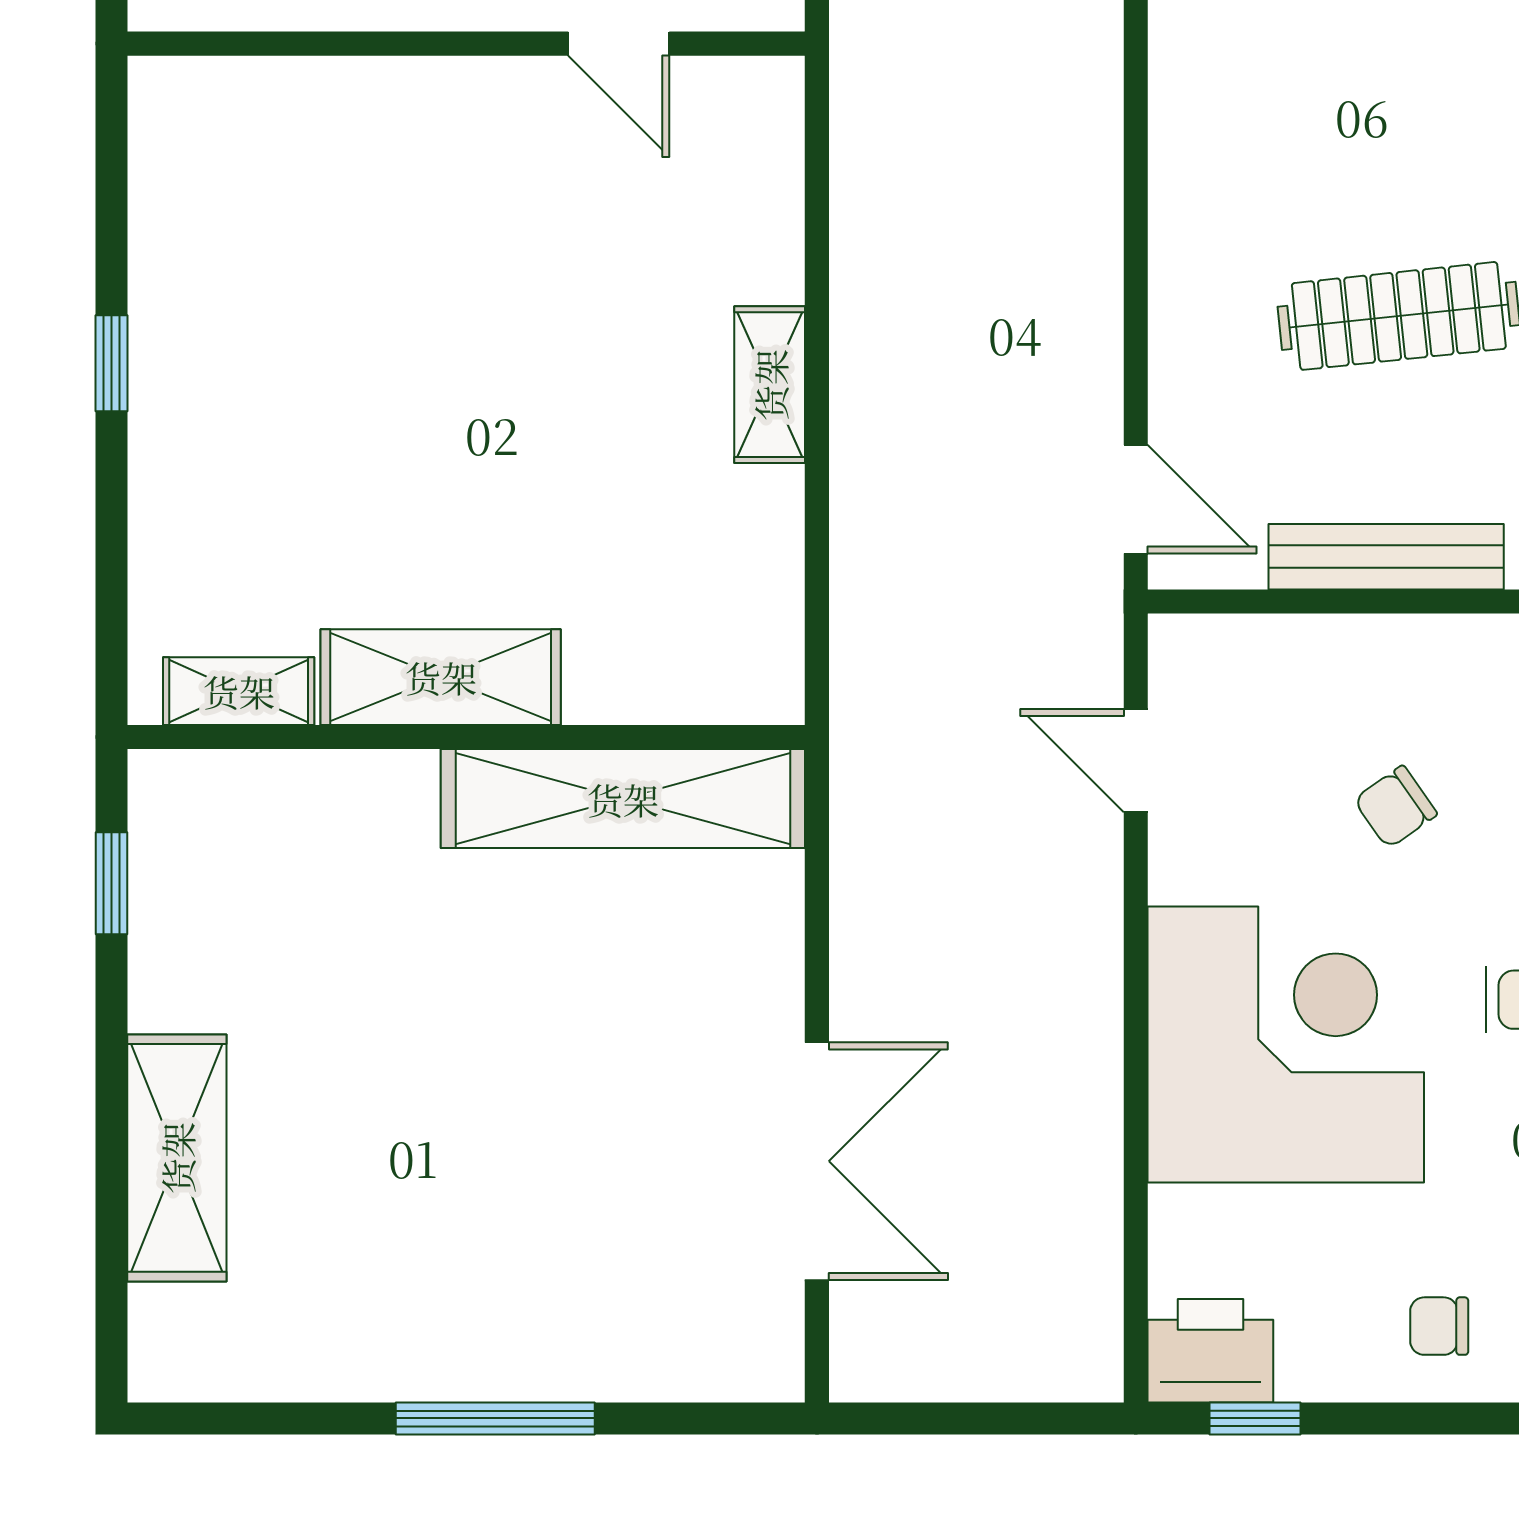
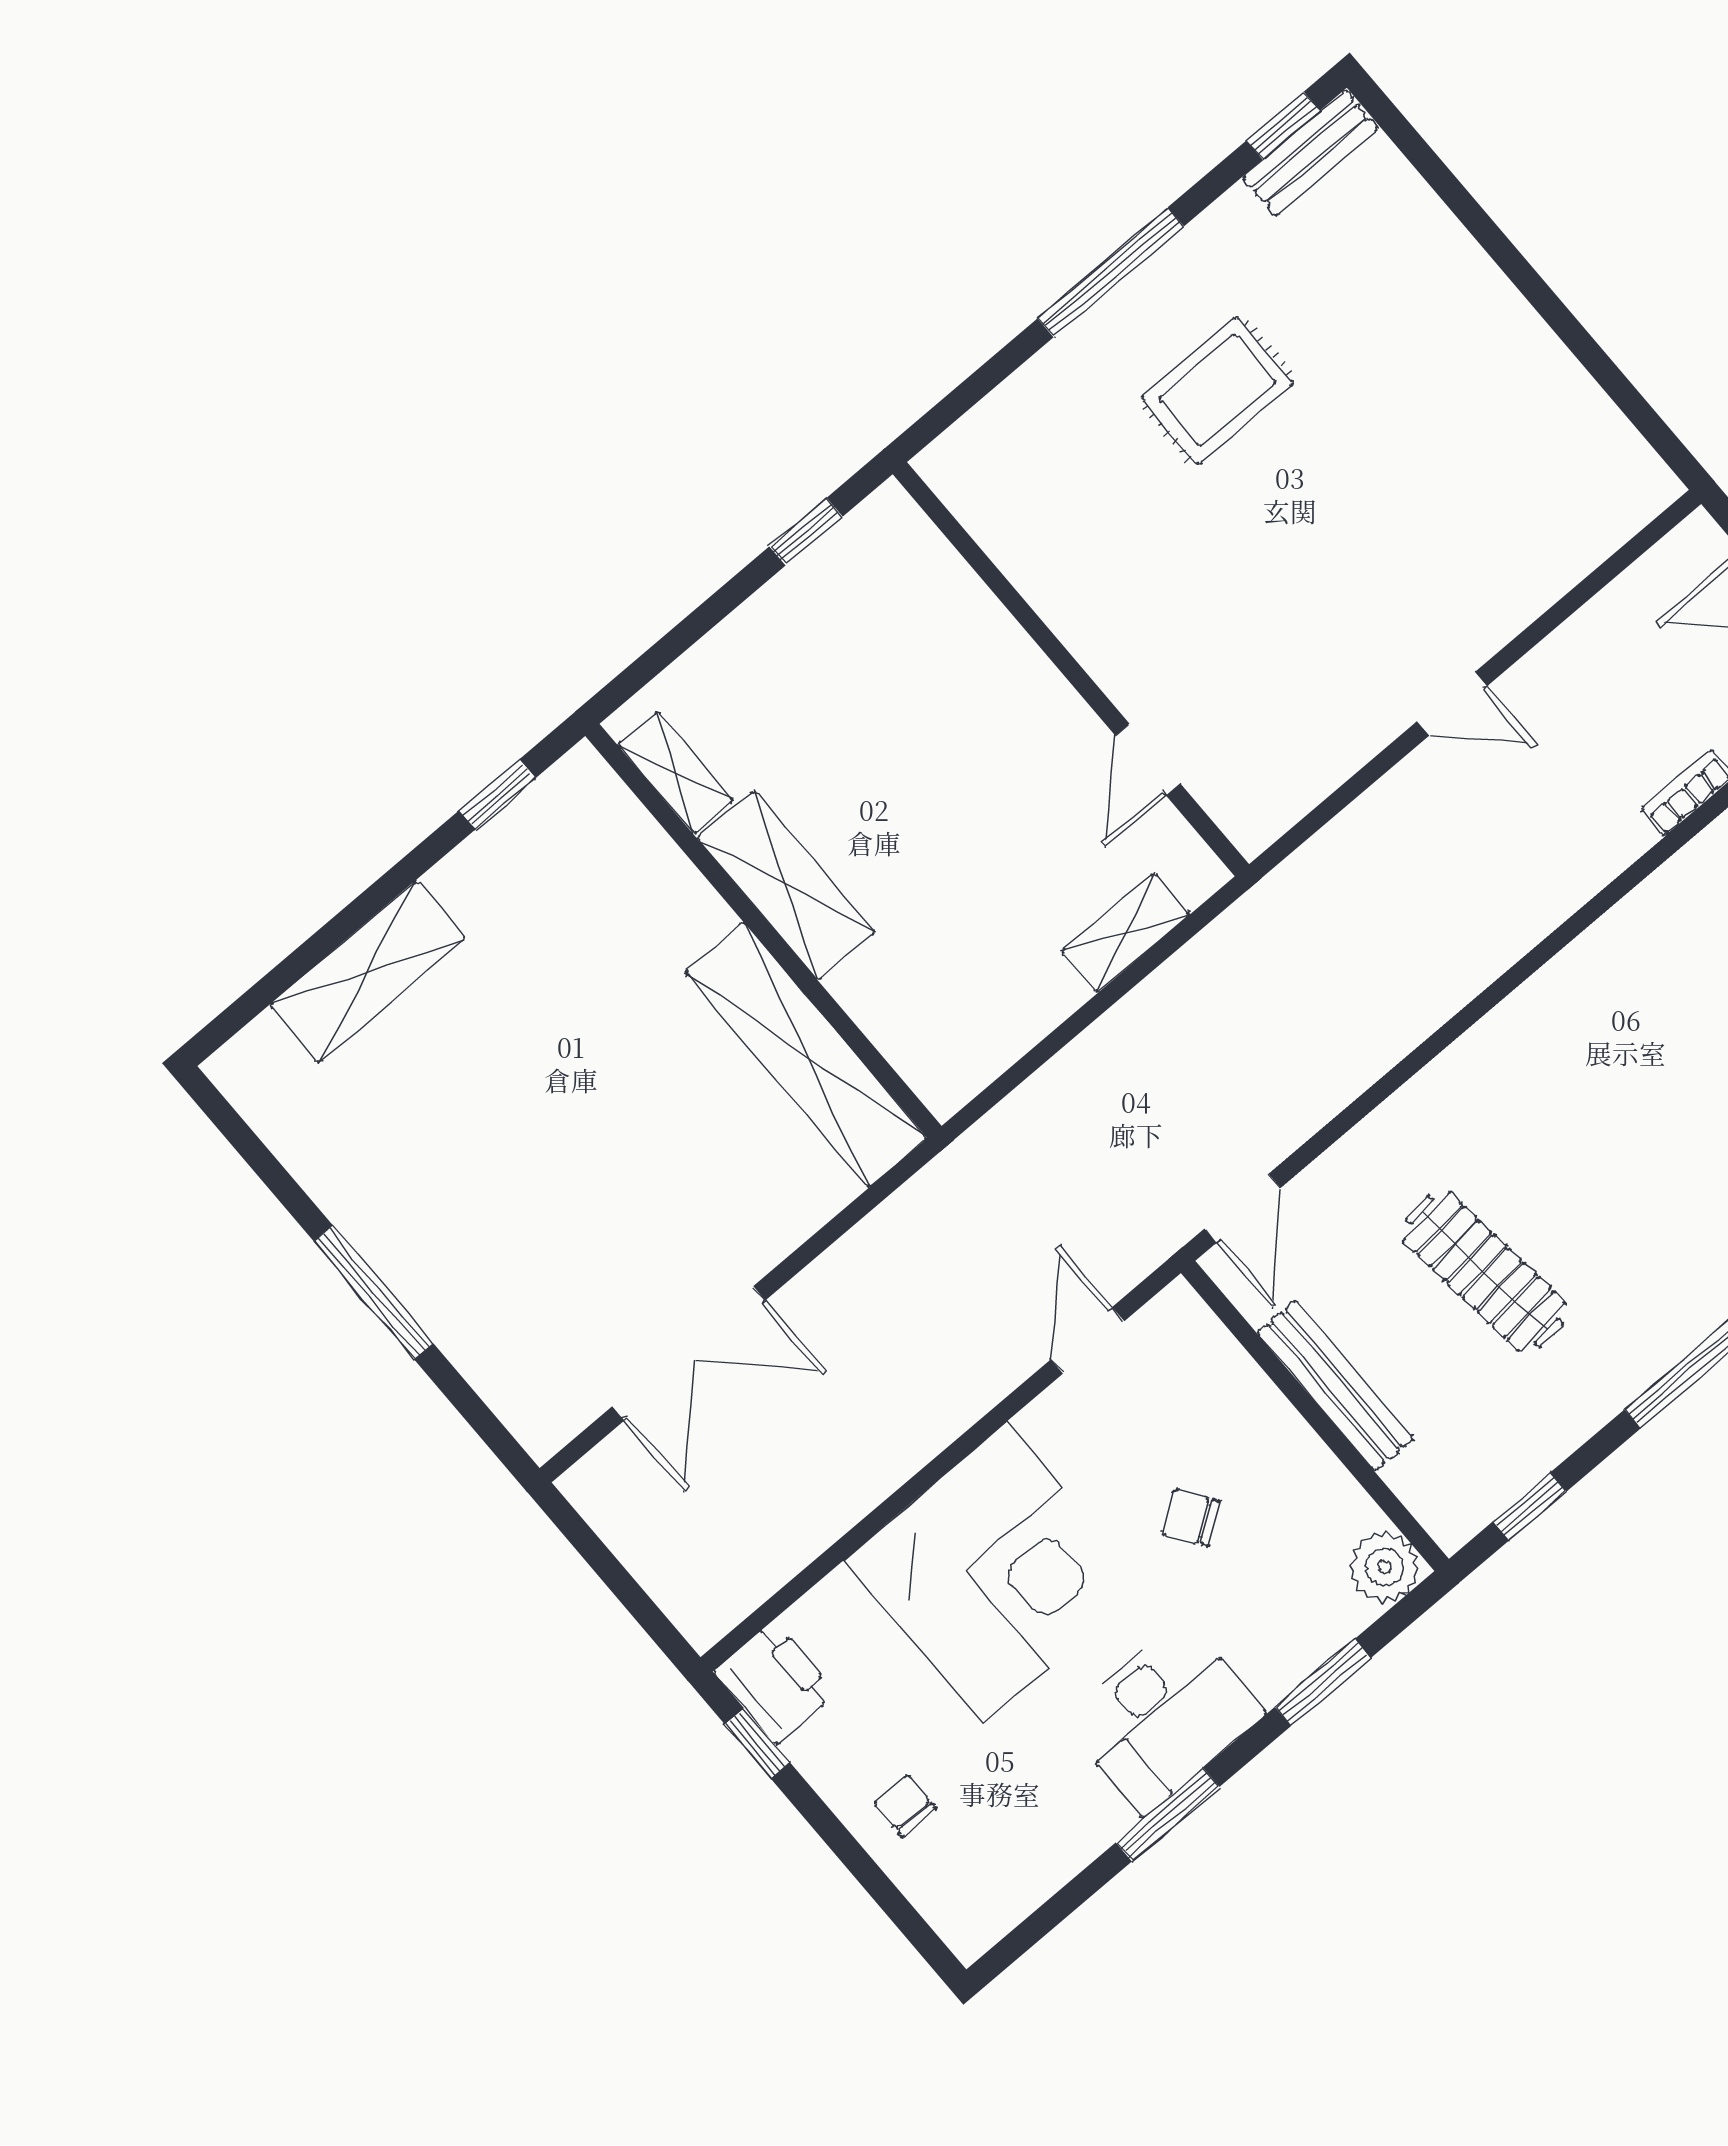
wall: (466, 44) -> (1071, 669), moved
door: (619, 44) -> (1148, 760), moved

